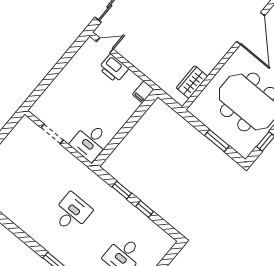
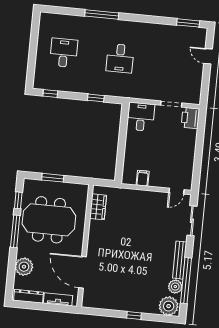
printer: (114, 68) -> (190, 118), moved, turned -90
filing cabinet: (143, 92) -> (143, 178), moved
window: (145, 209) -> (50, 93), moved

